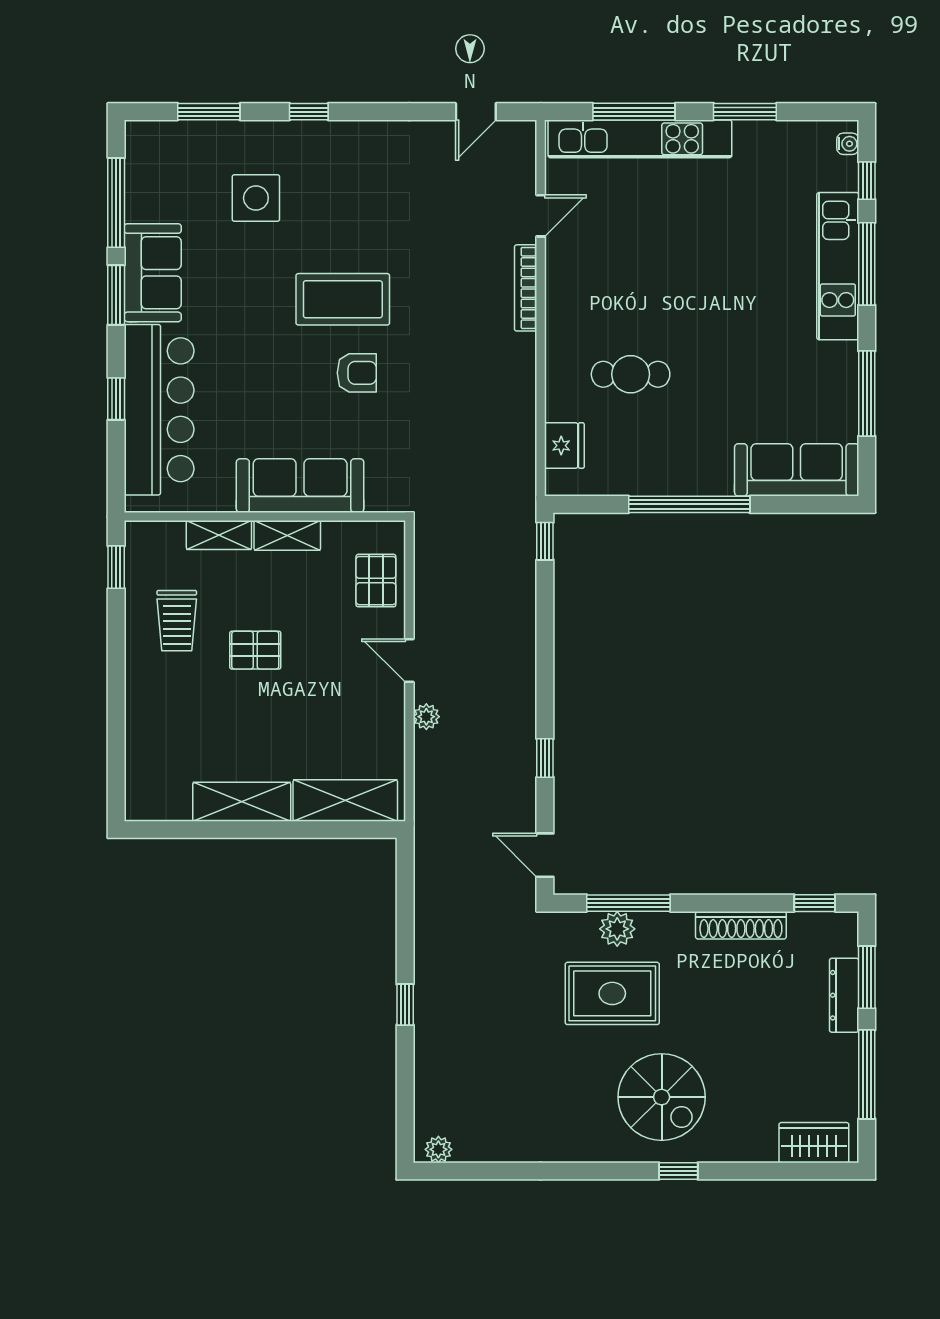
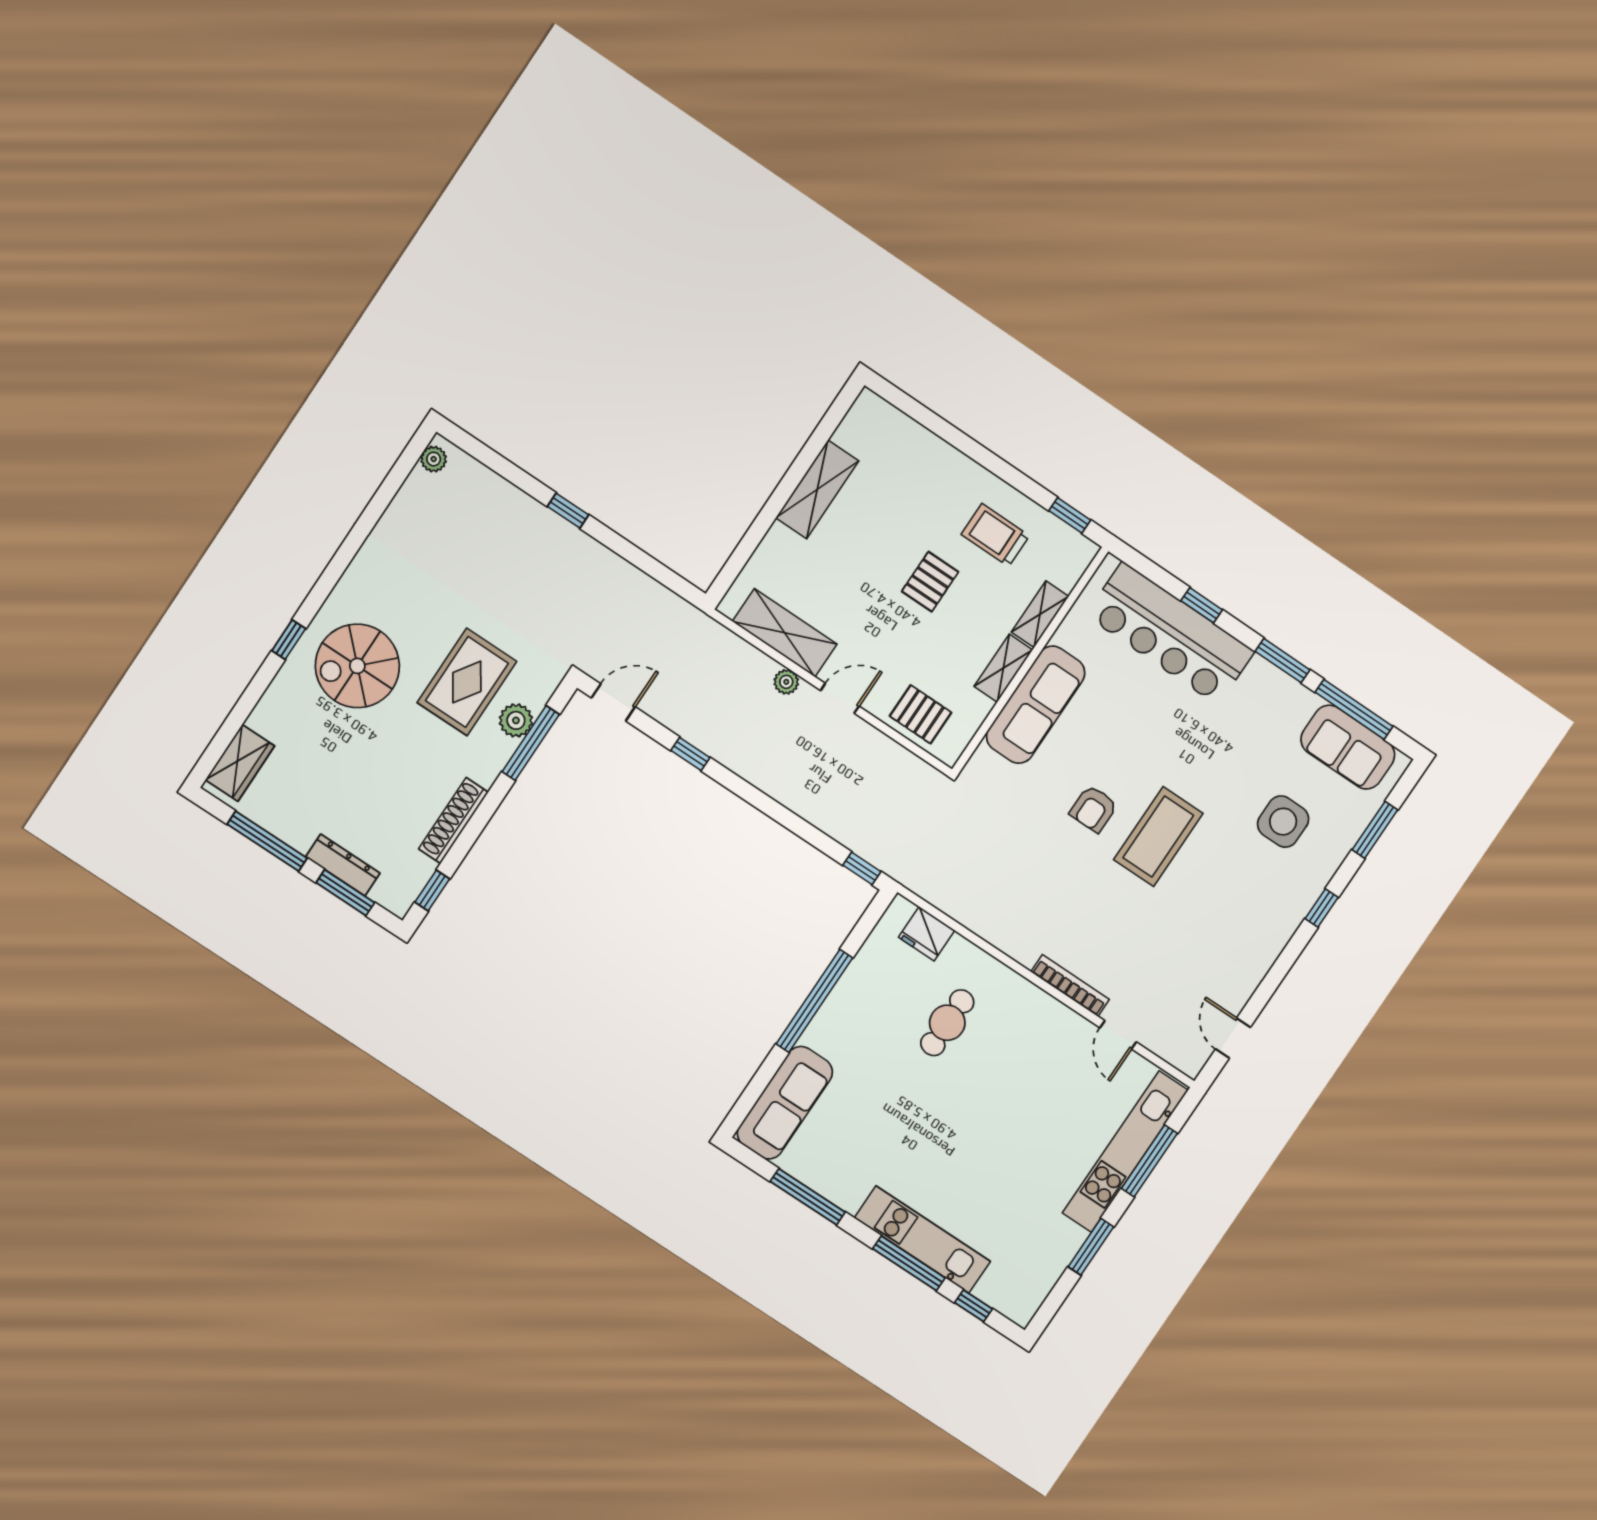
water cooler: (848, 144) -> (1012, 1310), removed
sofa: (153, 273) -> (1348, 747), moved
shelving: (345, 800) -> (785, 633), moved, turned 90

